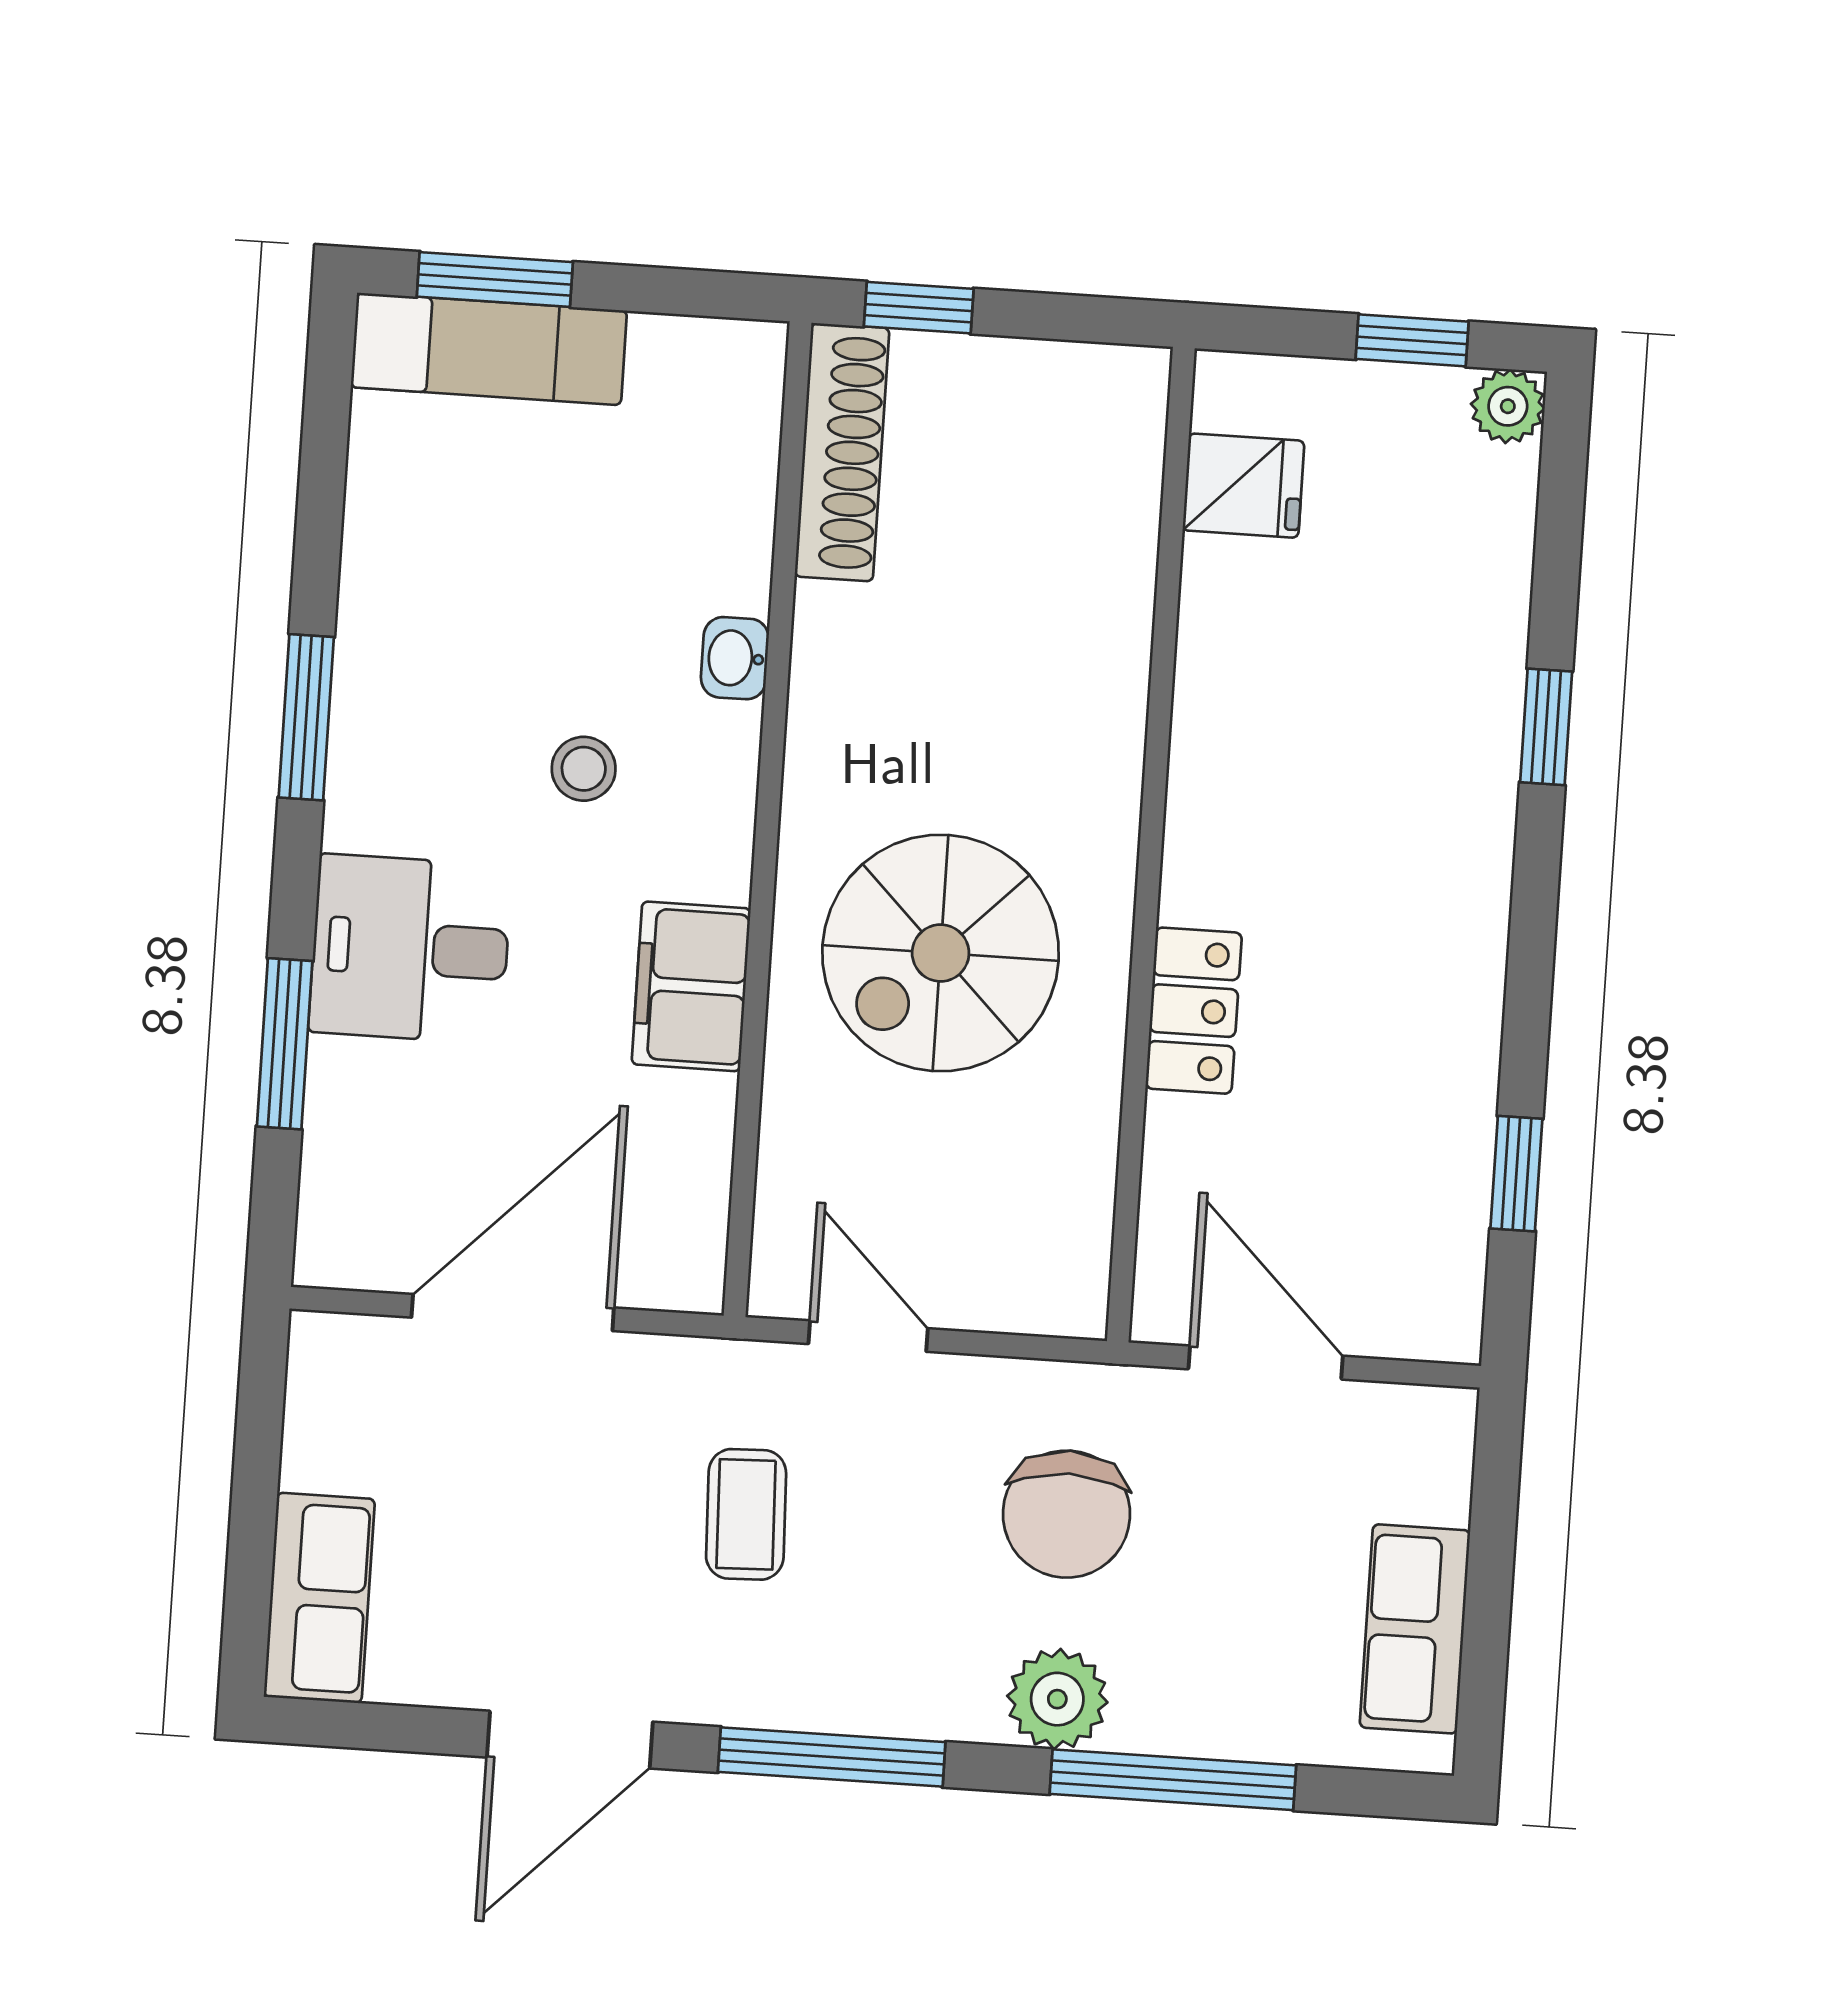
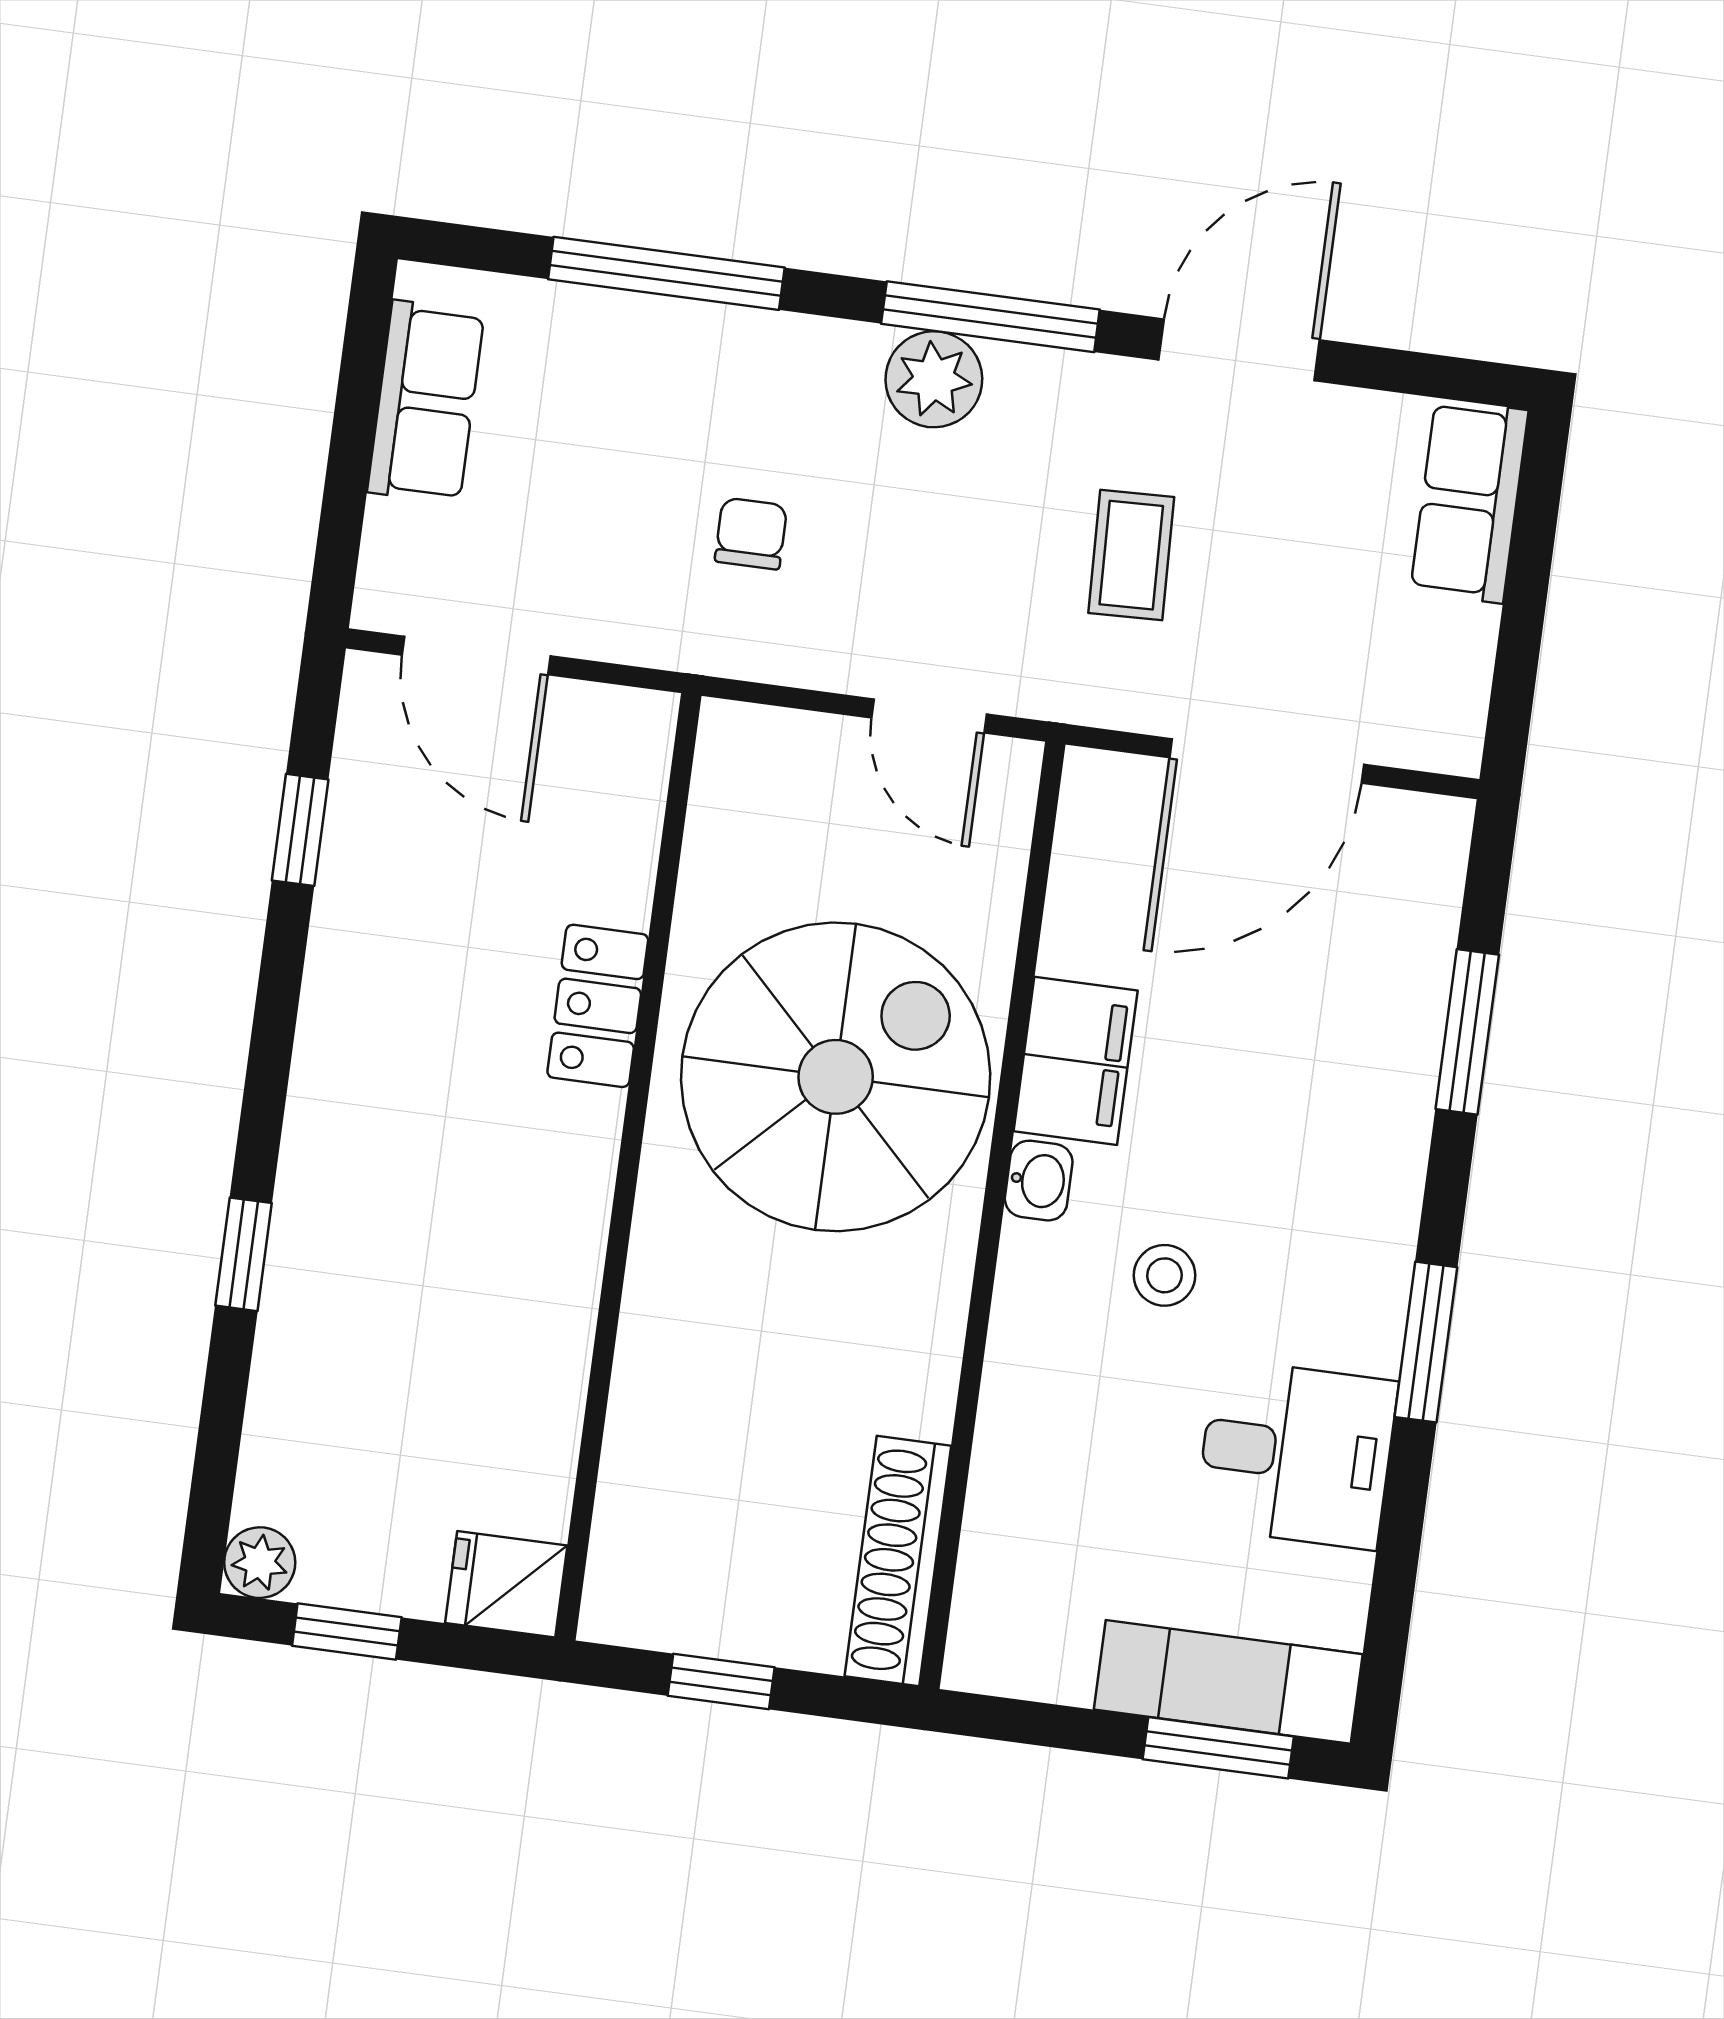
window: (919, 308) -> (721, 1681), moved
fridge: (1243, 486) -> (506, 1584), moved
washbasin: (735, 658) -> (1039, 1181), moved
desk: (410, 949) -> (1296, 1454), moved
spiral stairs: (941, 953) -> (836, 1077), width x1.37, depth x1.37
door: (1266, 1363) -> (476, 656), moved
coffee table: (746, 1514) -> (1131, 555), moved
chair: (1066, 1514) -> (751, 534), width x0.54, depth x0.54
plant: (1057, 1699) -> (934, 379), moved

